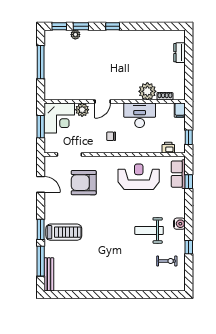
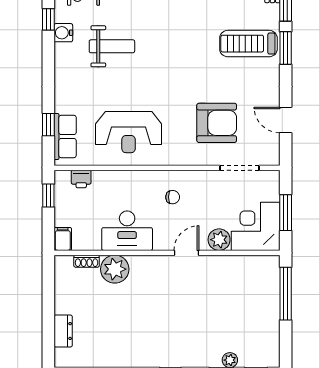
window: (41, 62) -> (286, 294), moved
water cooler: (179, 224) -> (63, 33), moved

